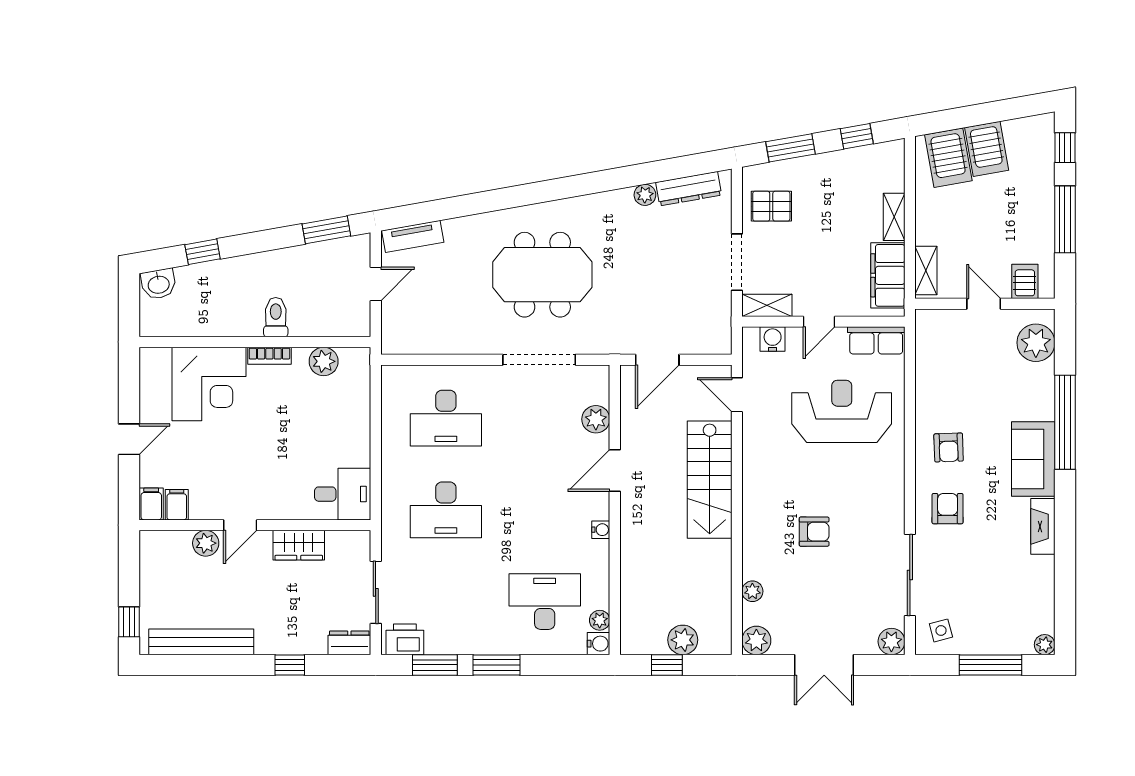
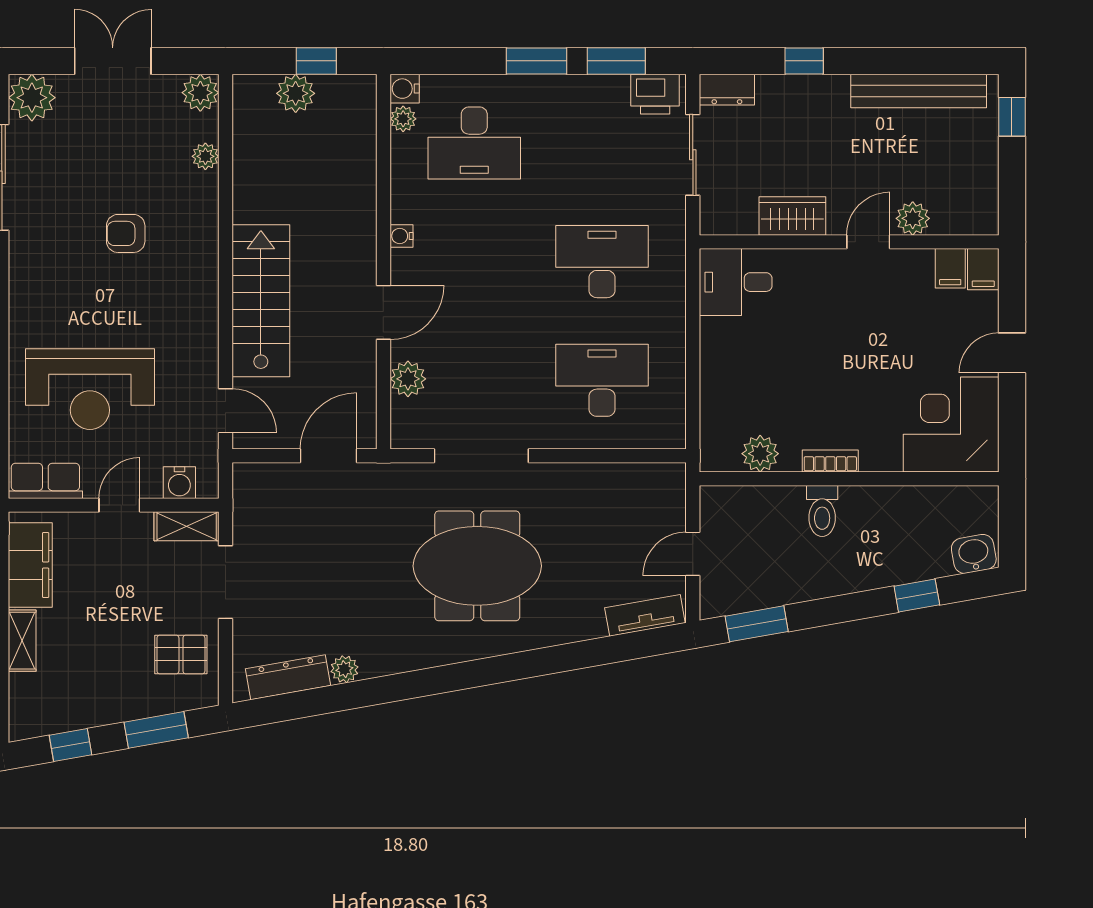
corner desk: (209, 384) -> (951, 425), moved
plant: (891, 641) -> (32, 98), width x1.36, depth x1.36

